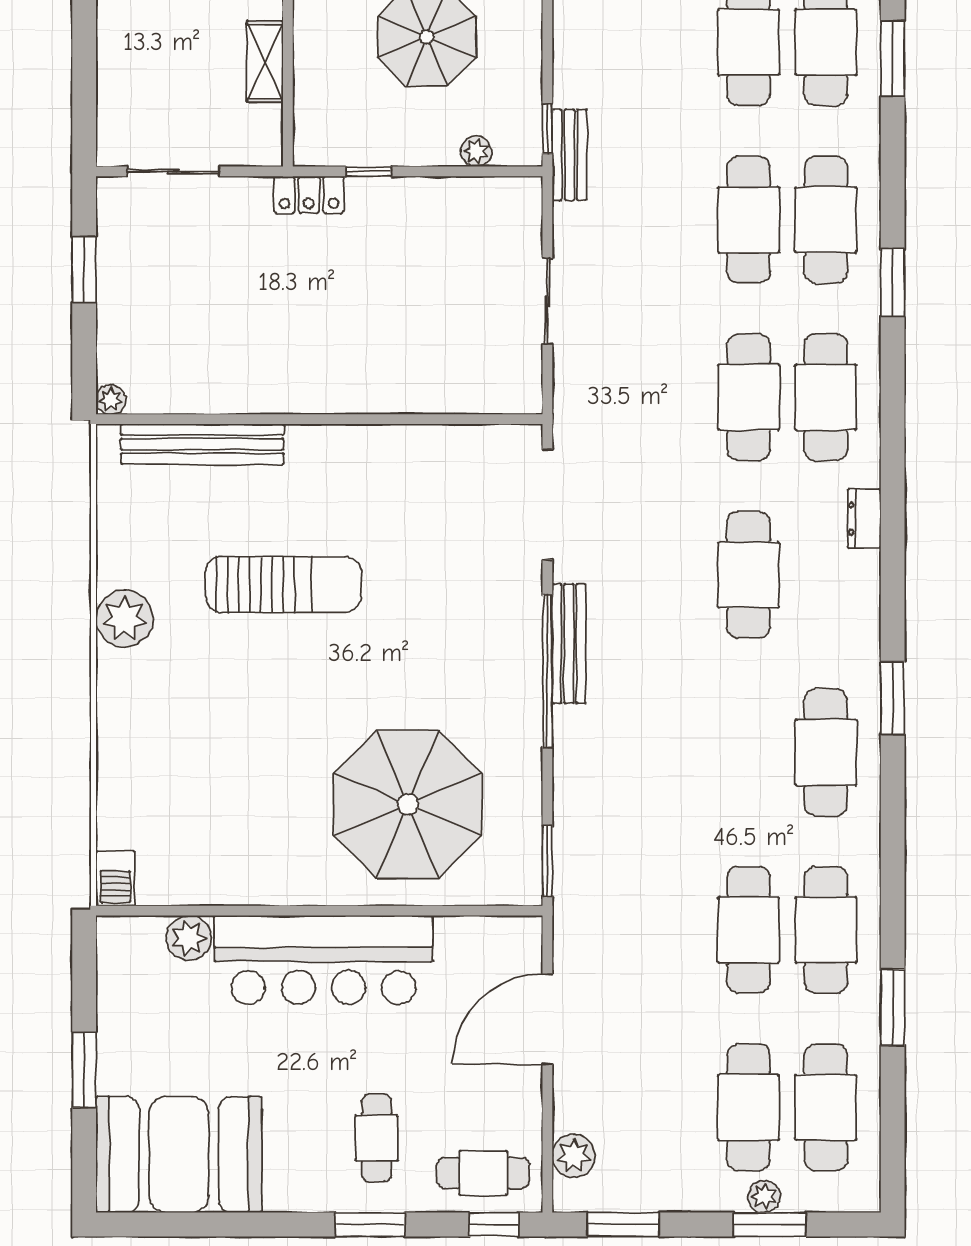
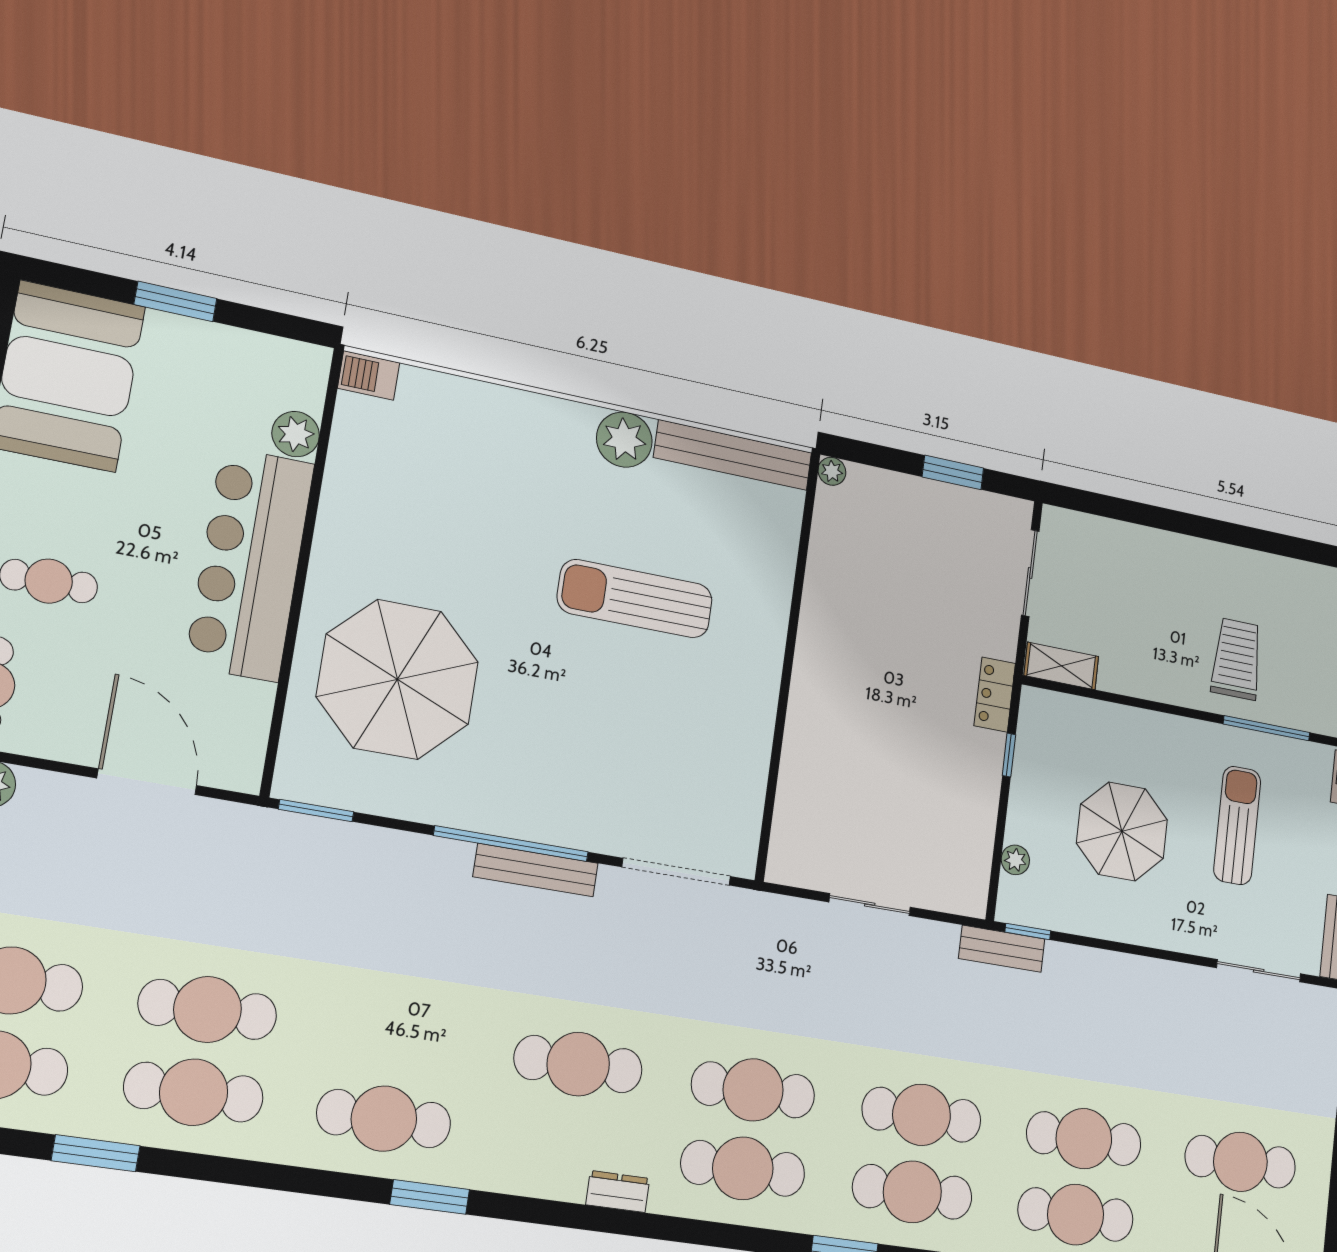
shelving: (265, 62) -> (1061, 666), moved
bench: (202, 444) -> (733, 455), moved, turned 90
sun lounger: (283, 585) -> (635, 599), turned 90

